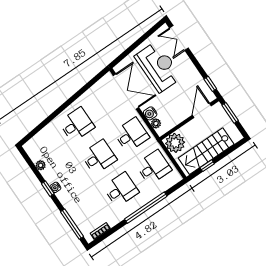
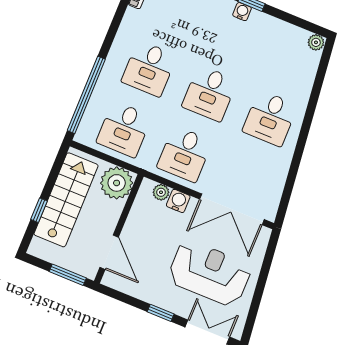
reception desk: (158, 67) -> (210, 273), turned 180
window: (210, 84) -> (161, 313), moved
plant: (41, 165) -> (316, 42), moved
window: (207, 166) -> (39, 210), moved
window: (146, 208) -> (86, 95), moved

